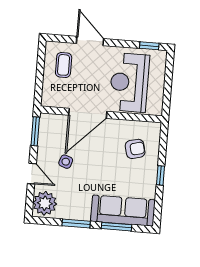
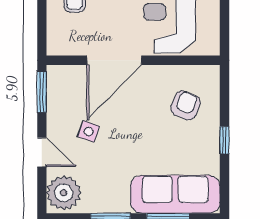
armchair: (135, 149) -> (185, 105), turned -52

